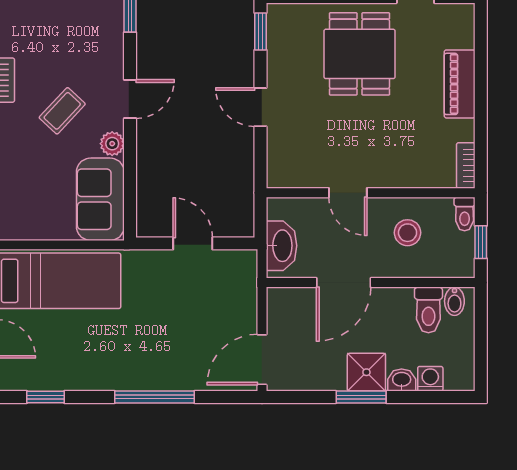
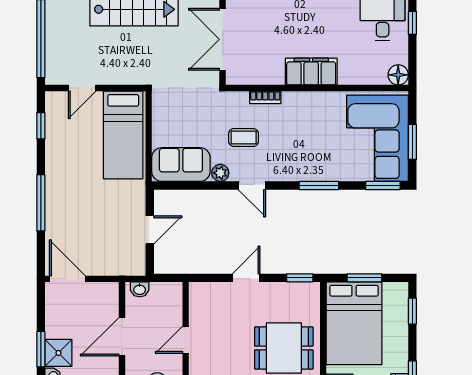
coffee table: (62, 111) -> (244, 138), turned -43
washbasin: (282, 246) -> (140, 289), width x0.52, depth x0.69
door: (344, 283) -> (122, 337), hinge flipped

